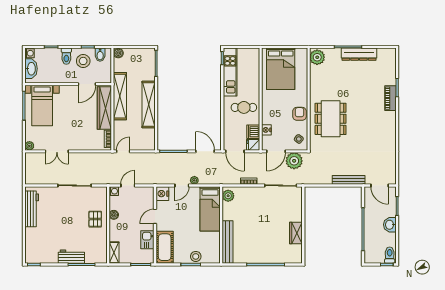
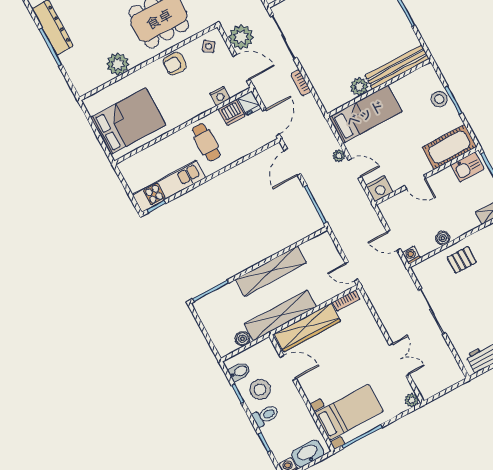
boiler: (118, 53) -> (242, 339), moved
plant: (317, 57) -> (118, 64), moved
plant: (228, 196) -> (359, 87), moved
kitchen sink: (147, 240) -> (468, 167), moved

